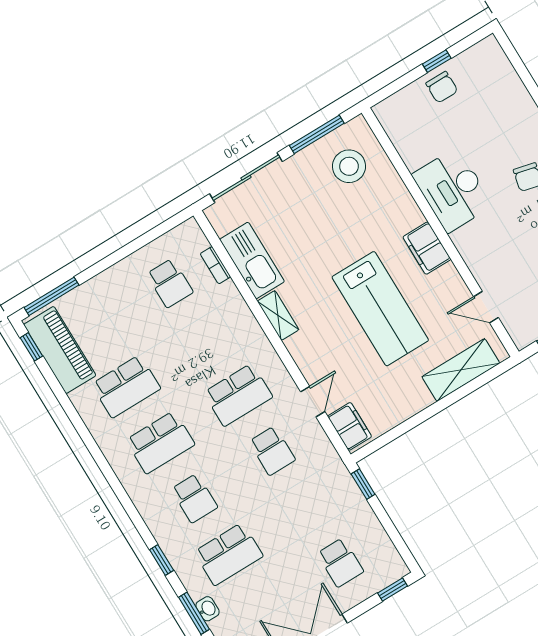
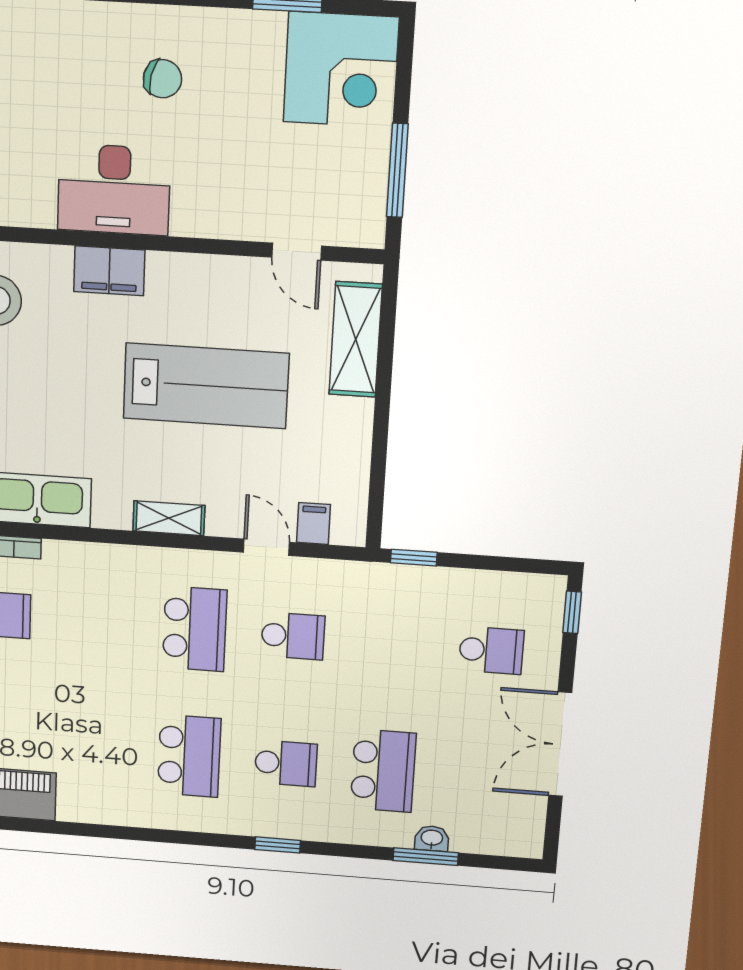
filing cabinet: (427, 248) -> (109, 271), moved
door: (486, 307) -> (297, 252), hinge flipped
shelving: (278, 315) -> (169, 518), moved
school desk: (126, 386) -> (93, 749), removed
filing cabinet: (350, 426) -> (314, 524), width x0.50
window: (162, 560) -> (278, 845), moved

